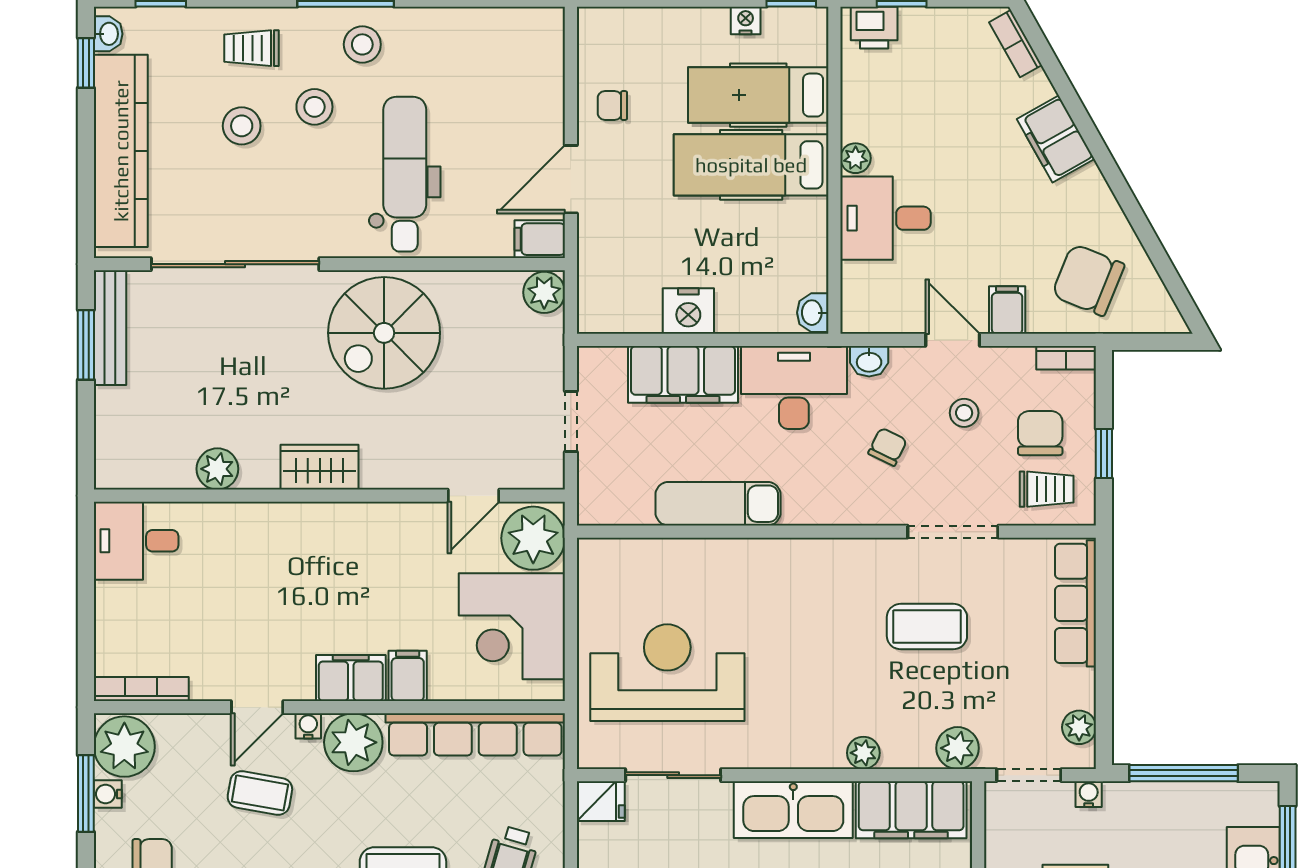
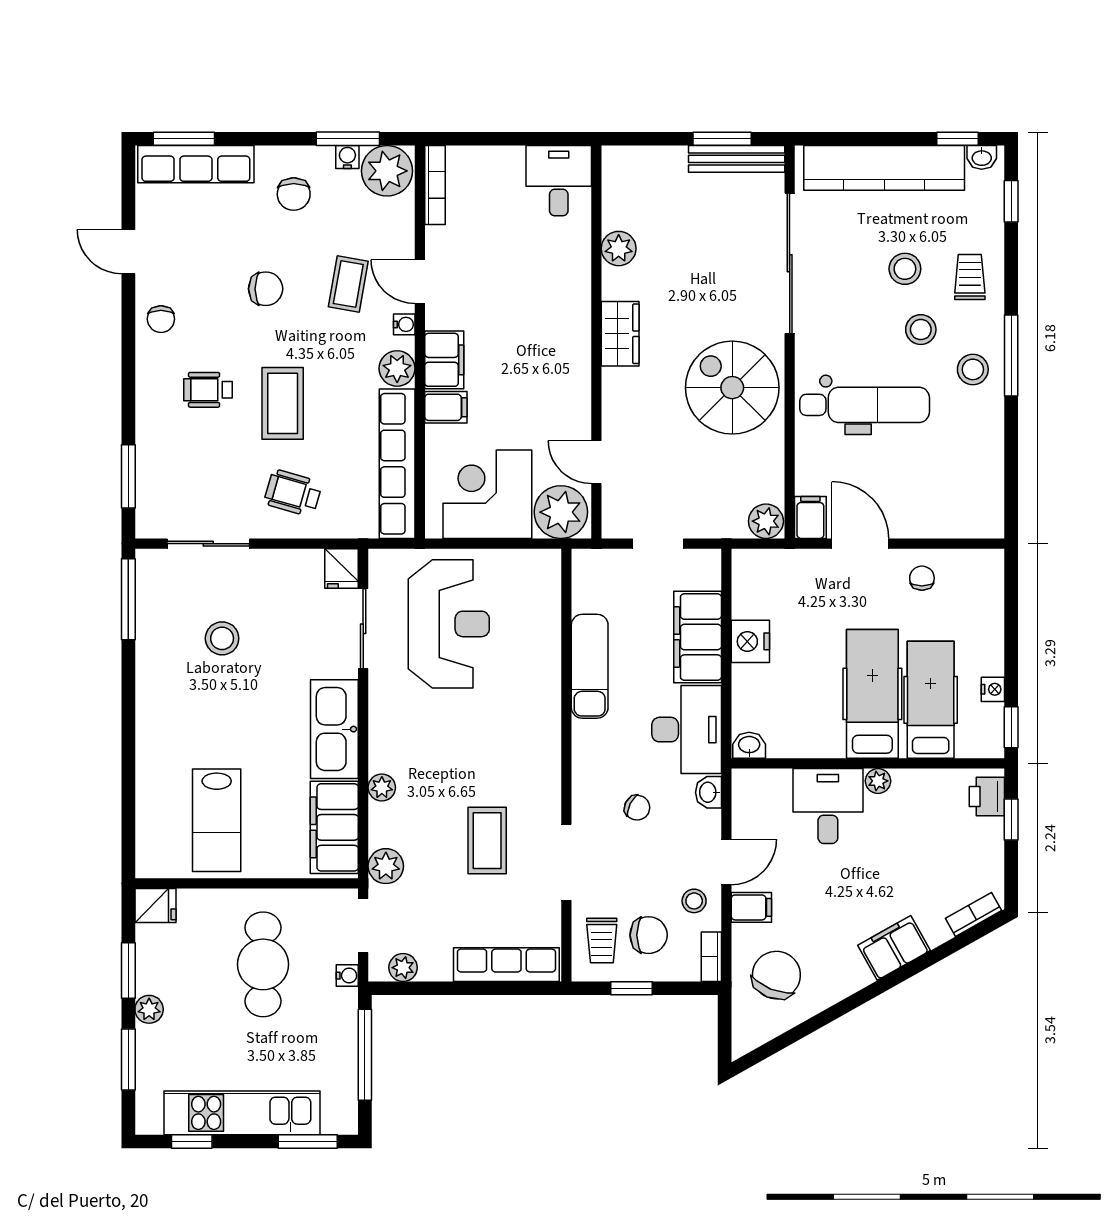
stool: (964, 413) -> (694, 901), moved
plant: (353, 742) -> (397, 368), width x0.73, depth x0.73

